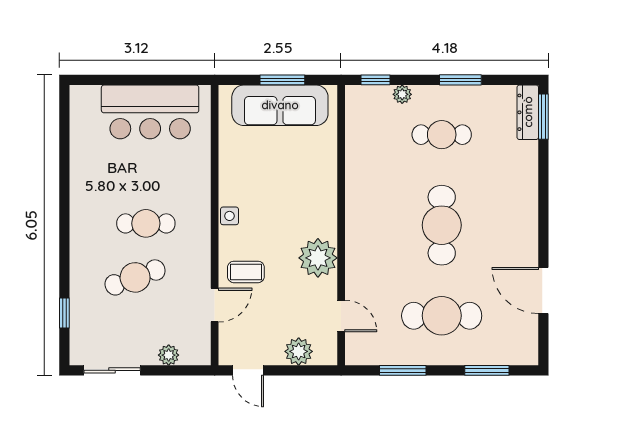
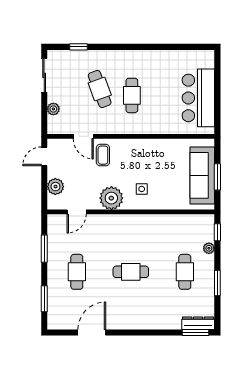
side table: (229, 216) -> (142, 189), moved
cafe table: (442, 225) -> (131, 272), width x0.73, depth x0.74
cafe table: (442, 316) -> (77, 272), width x0.73, depth x0.74

